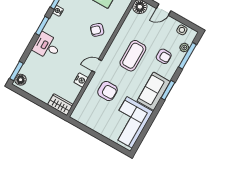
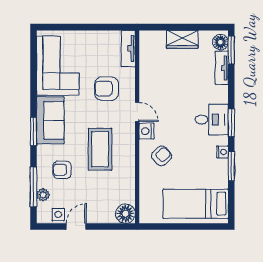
door: (164, 10) -> (76, 227), moved
desk: (47, 46) -> (212, 120), moved
tv unit: (29, 63) -> (222, 68), added
door: (97, 66) -> (137, 112), hinge flipped
nightstand: (81, 80) -> (146, 131), moved
wardrobe: (60, 105) -> (182, 39), moved
tv unit: (80, 108) -> (128, 48), added

